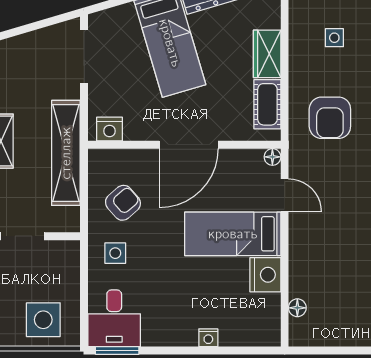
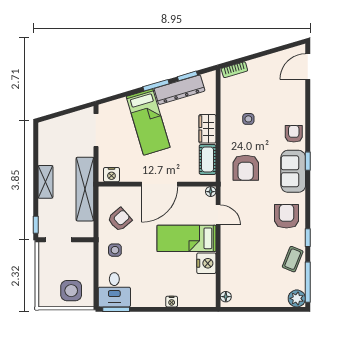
floor lamp: (297, 308) -> (226, 297), moved

